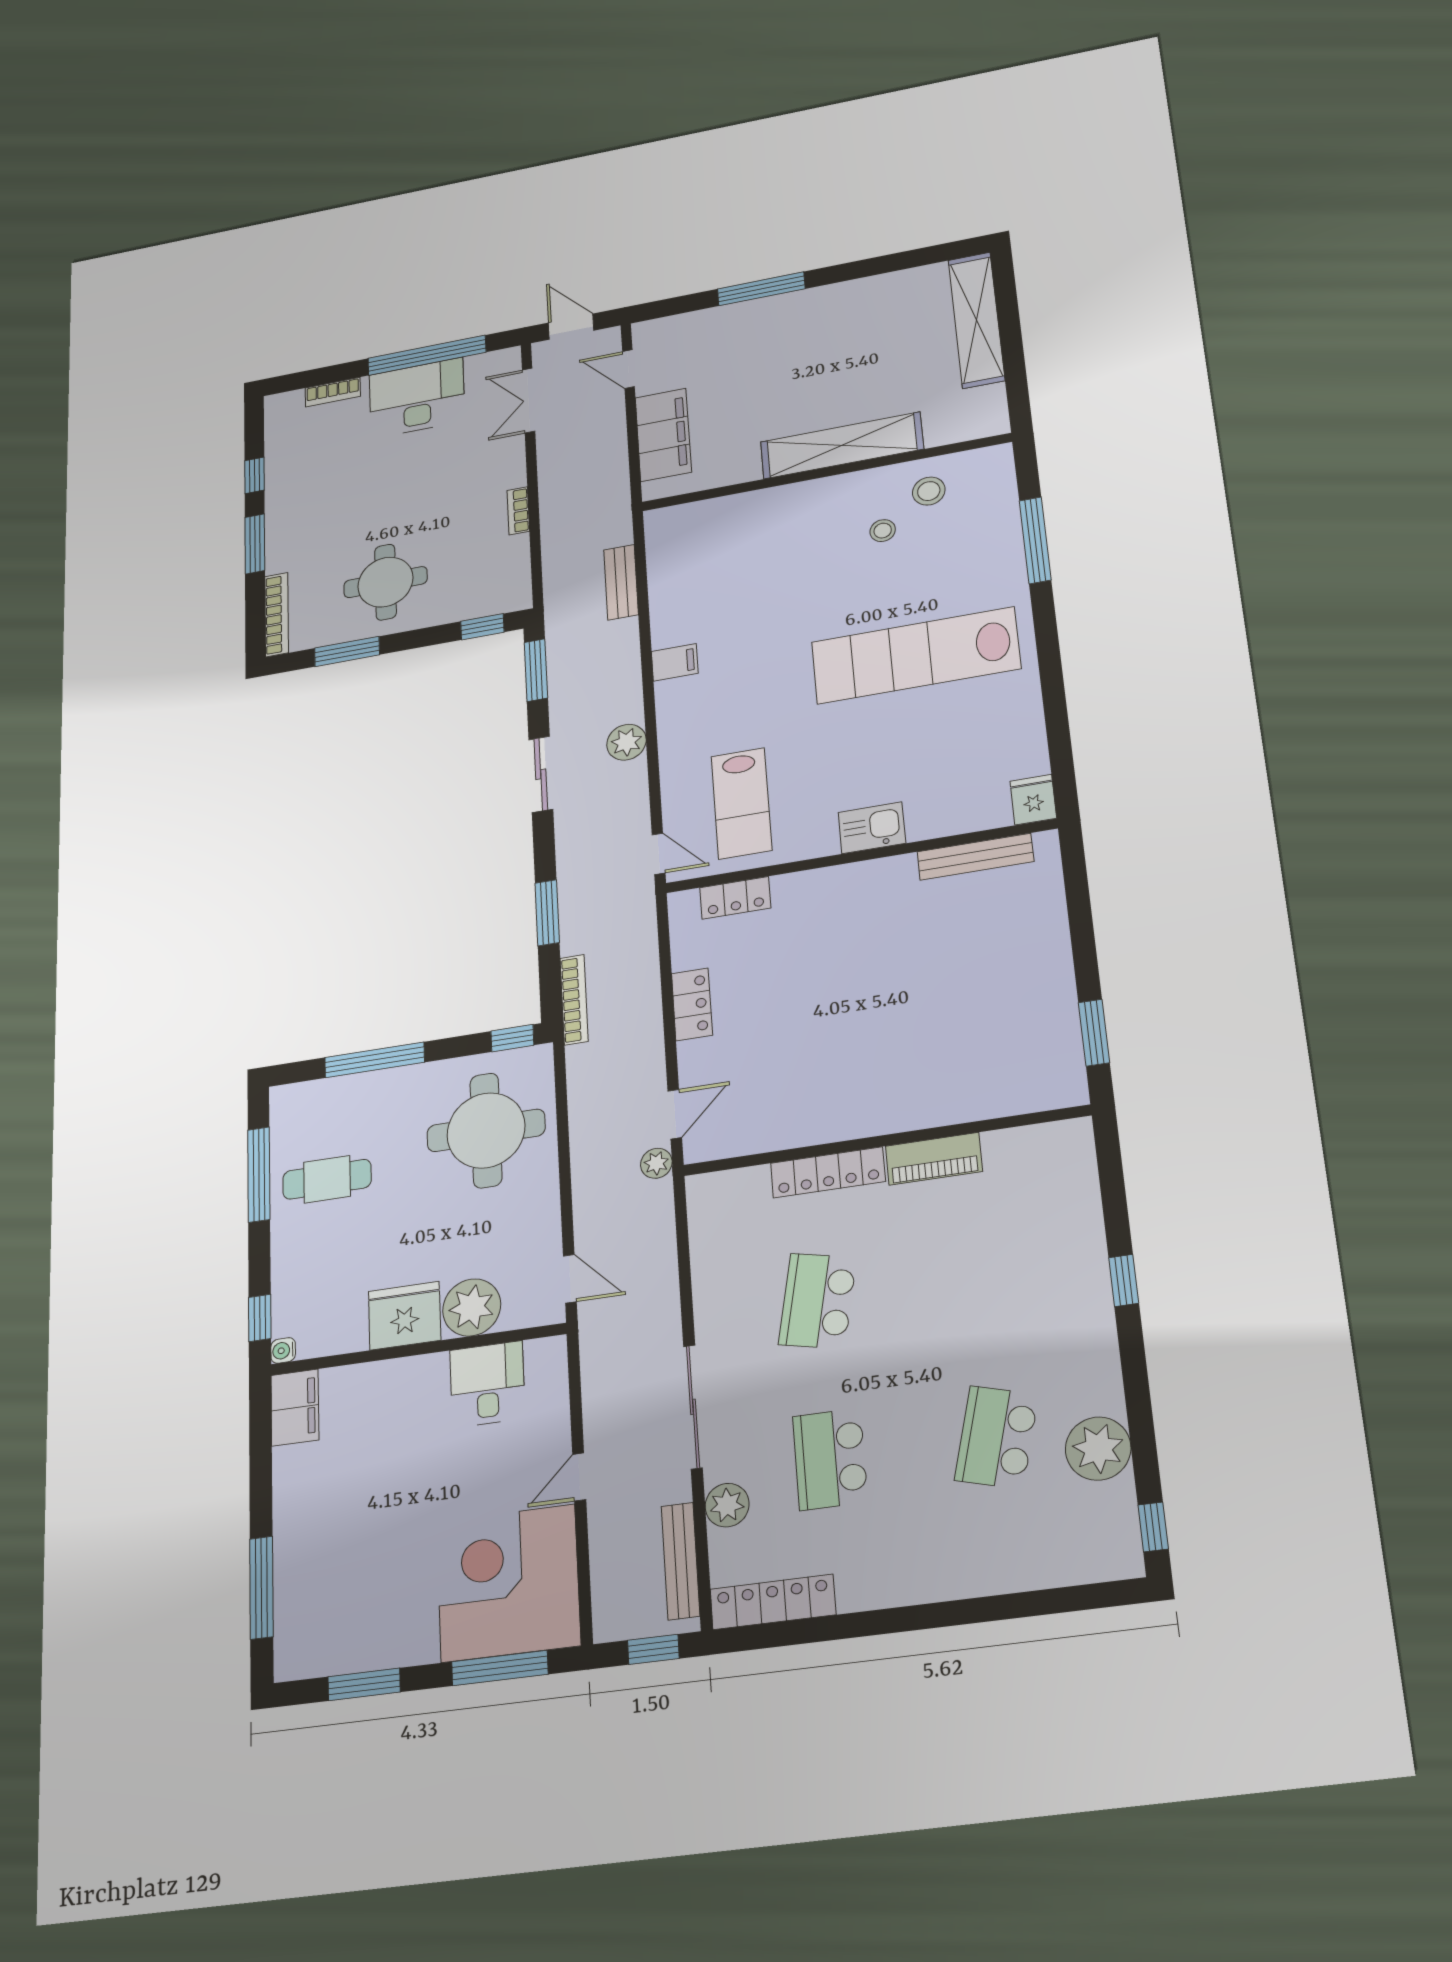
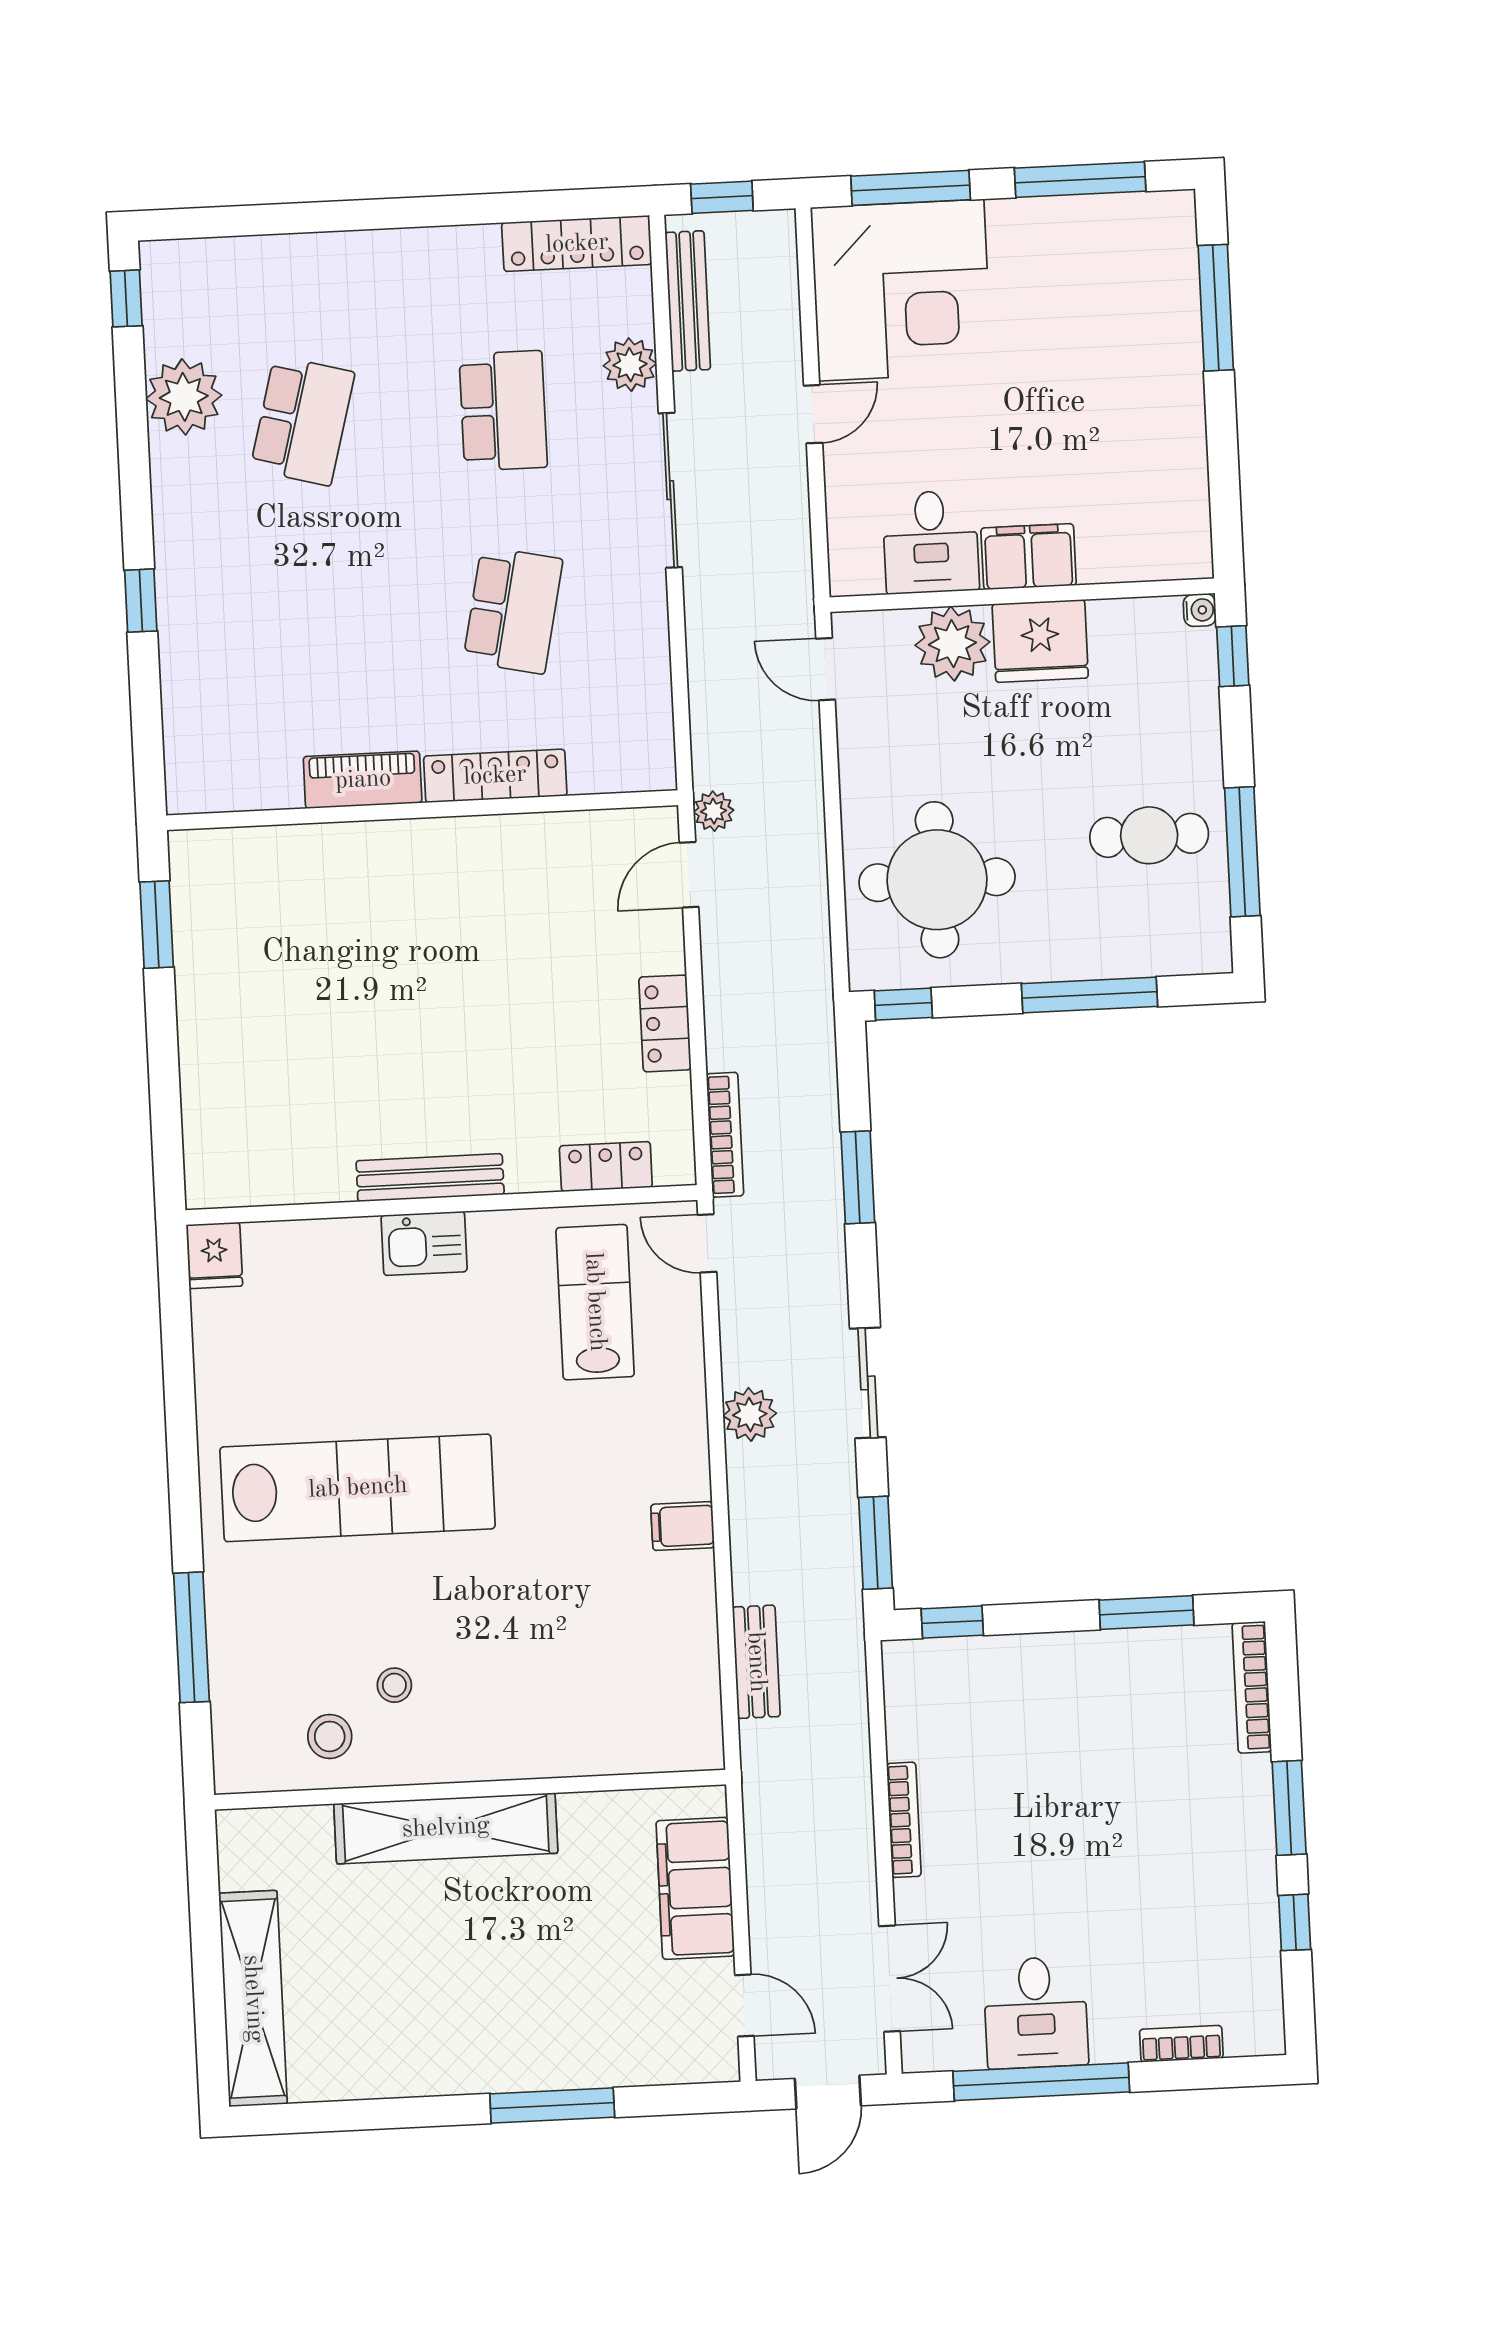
door: (571, 327) -> (828, 2092), hinge flipped
desk: (417, 398) -> (1036, 2013), width x0.73
bookcase: (518, 511) -> (904, 1820), width x1.56
round table: (385, 582) -> (1094, 1715), removed
bench: (975, 857) -> (430, 1178), moved
bookcase: (574, 1000) -> (725, 1135), moved, turned 180
filing cabinet: (295, 1408) -> (1029, 557), moved, turned 90
window: (364, 1684) -> (1080, 180), width x1.44

